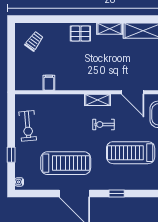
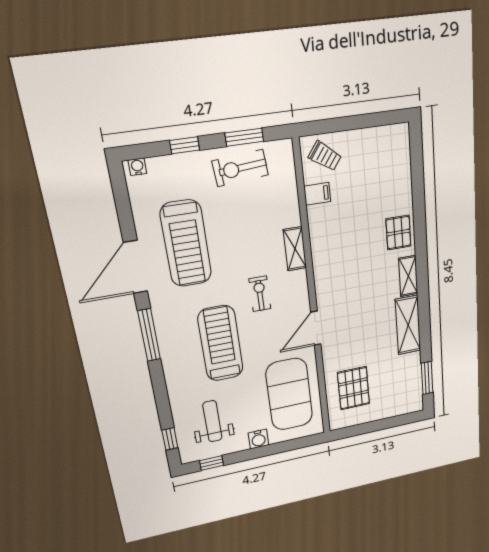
trolley: (34, 41) -> (325, 156), moved
shelving: (97, 100) -> (295, 249), moved
window: (11, 121) -> (244, 137), added
window: (117, 193) -> (149, 335), width x2.17

